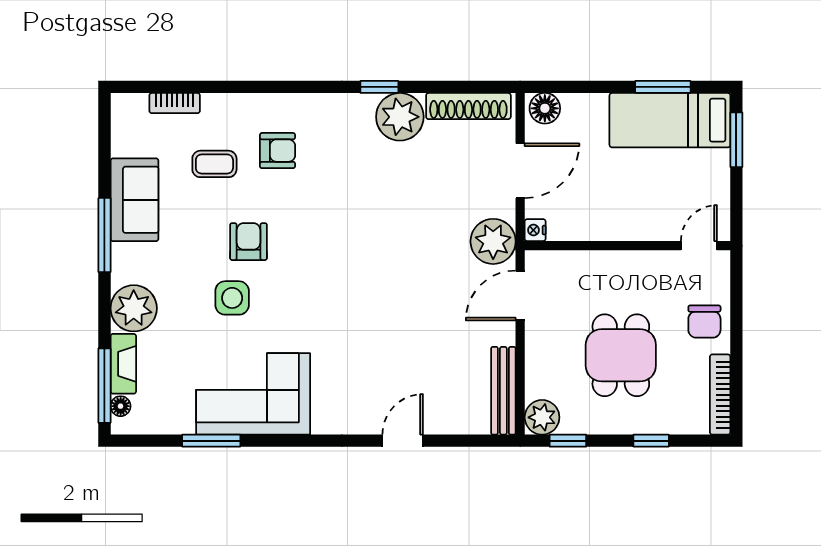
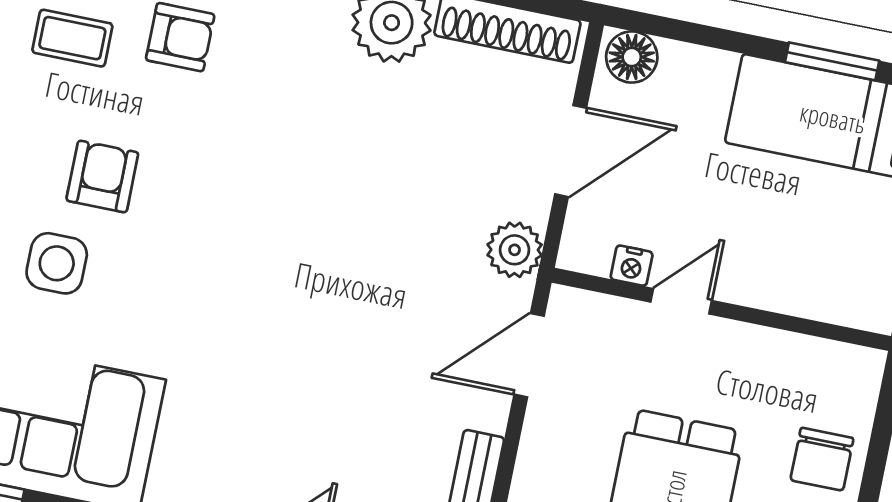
nightstand: (535, 230) -> (632, 266), moved, turned -90
plant: (493, 241) -> (515, 250), width x0.73, depth x0.73
door: (699, 246) -> (681, 301), moved

